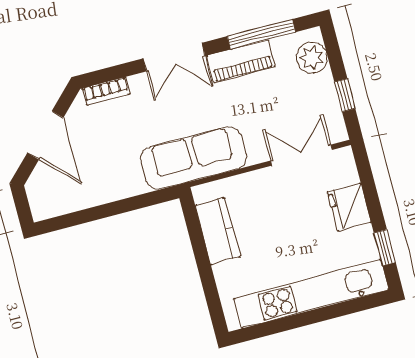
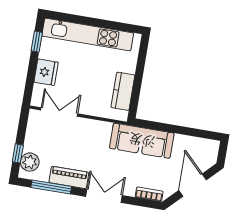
window: (345, 95) -> (18, 153), moved
double door: (301, 155) -> (59, 112), swing flipped
sofa: (193, 158) -> (142, 141), moved

